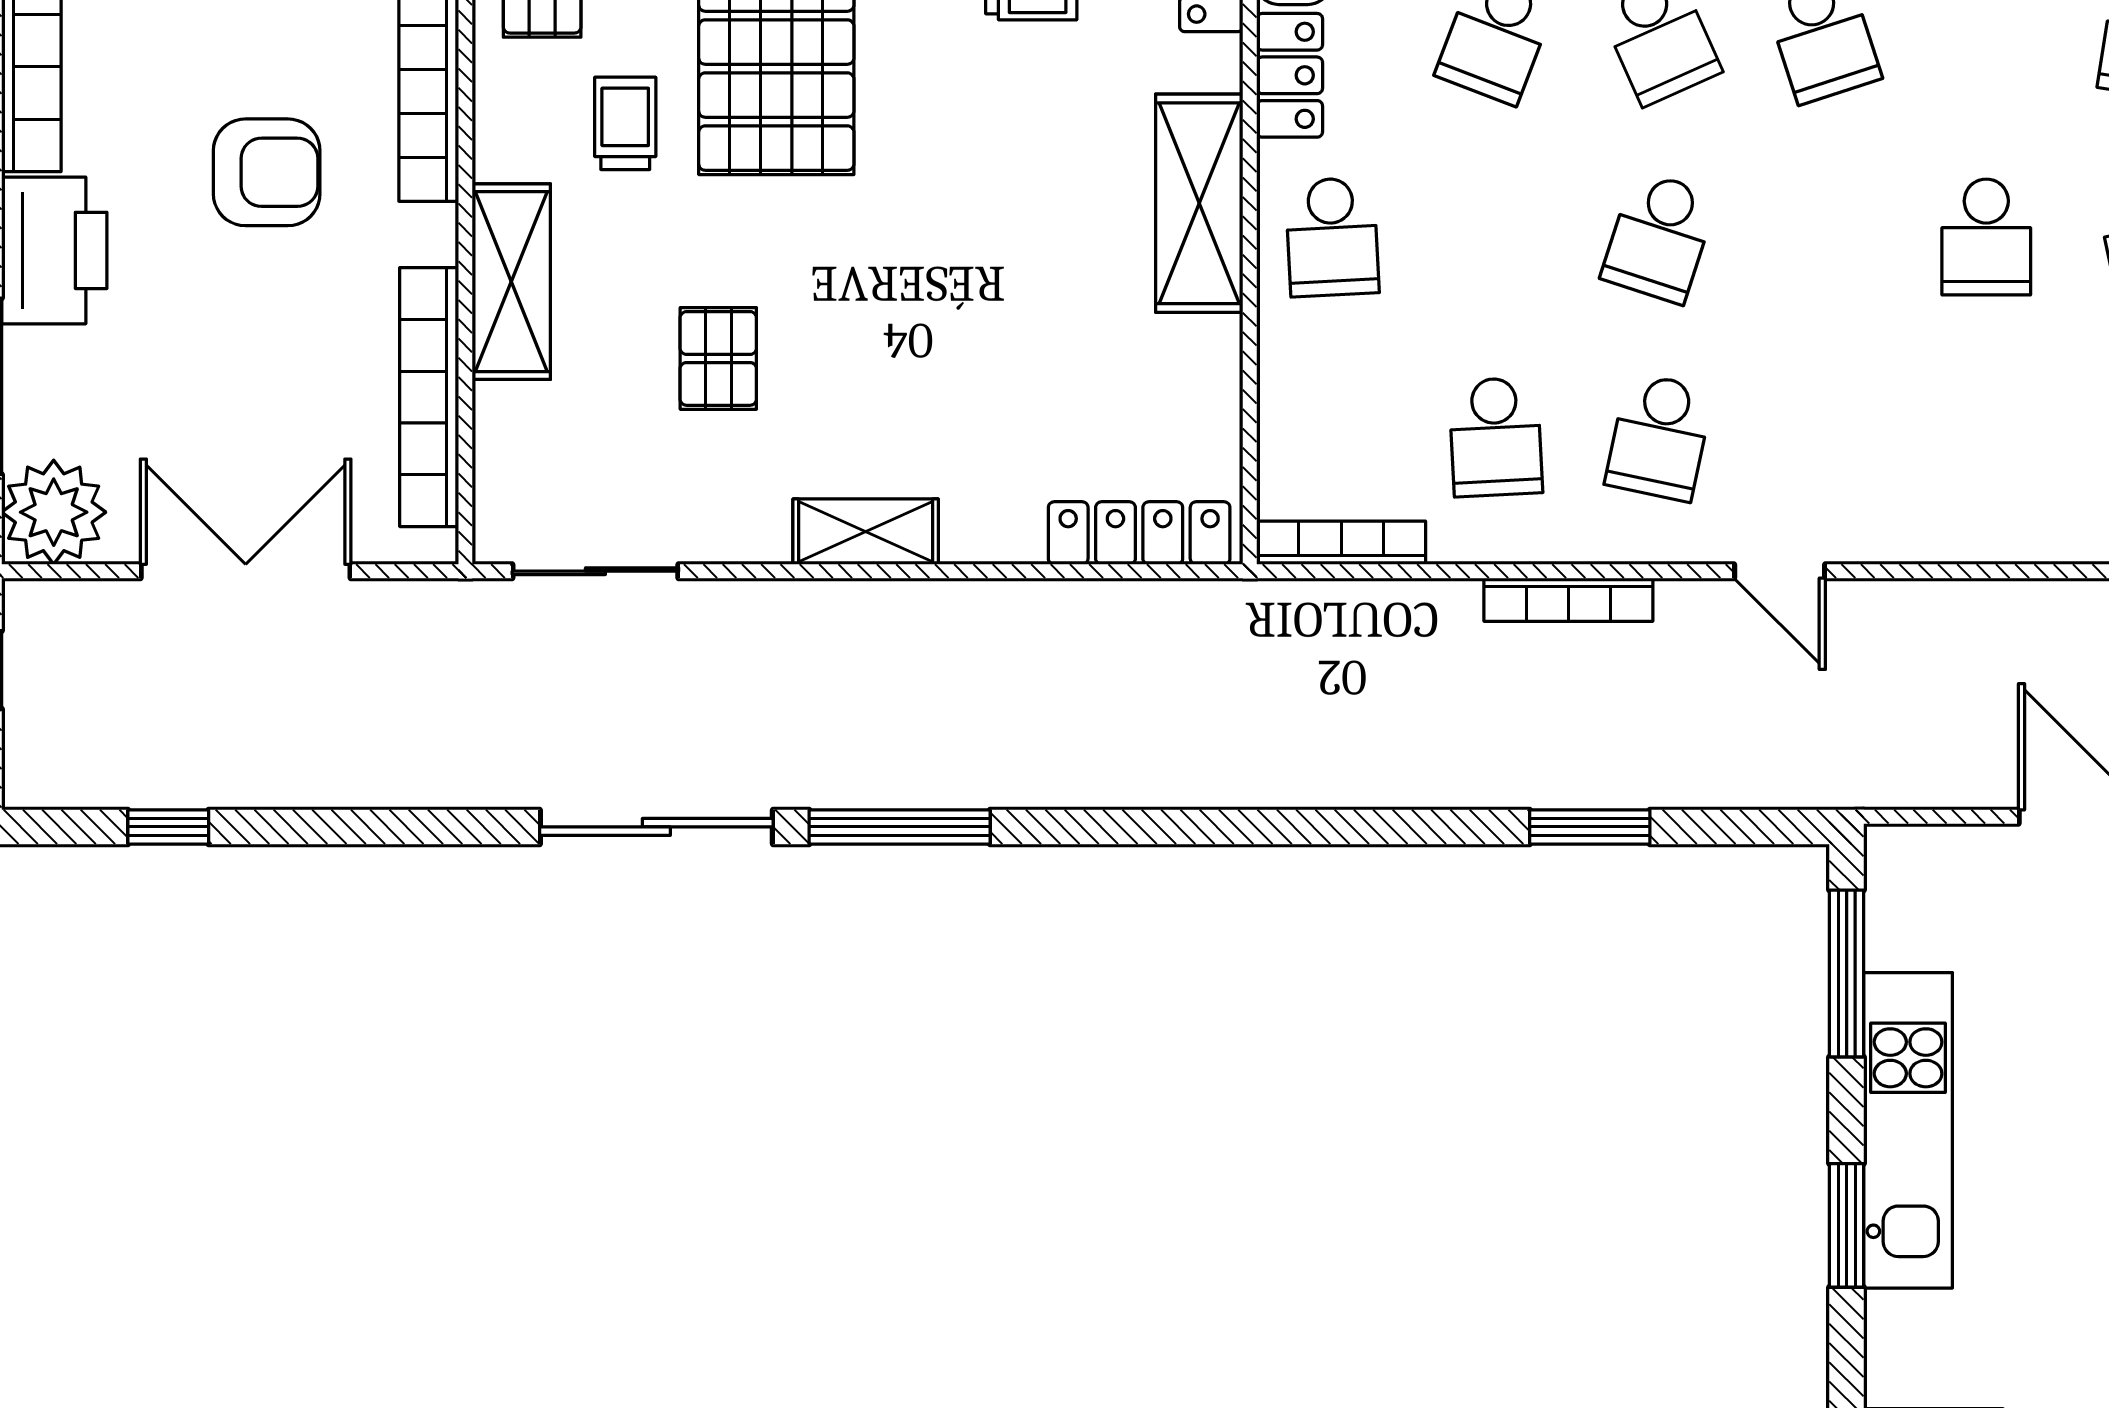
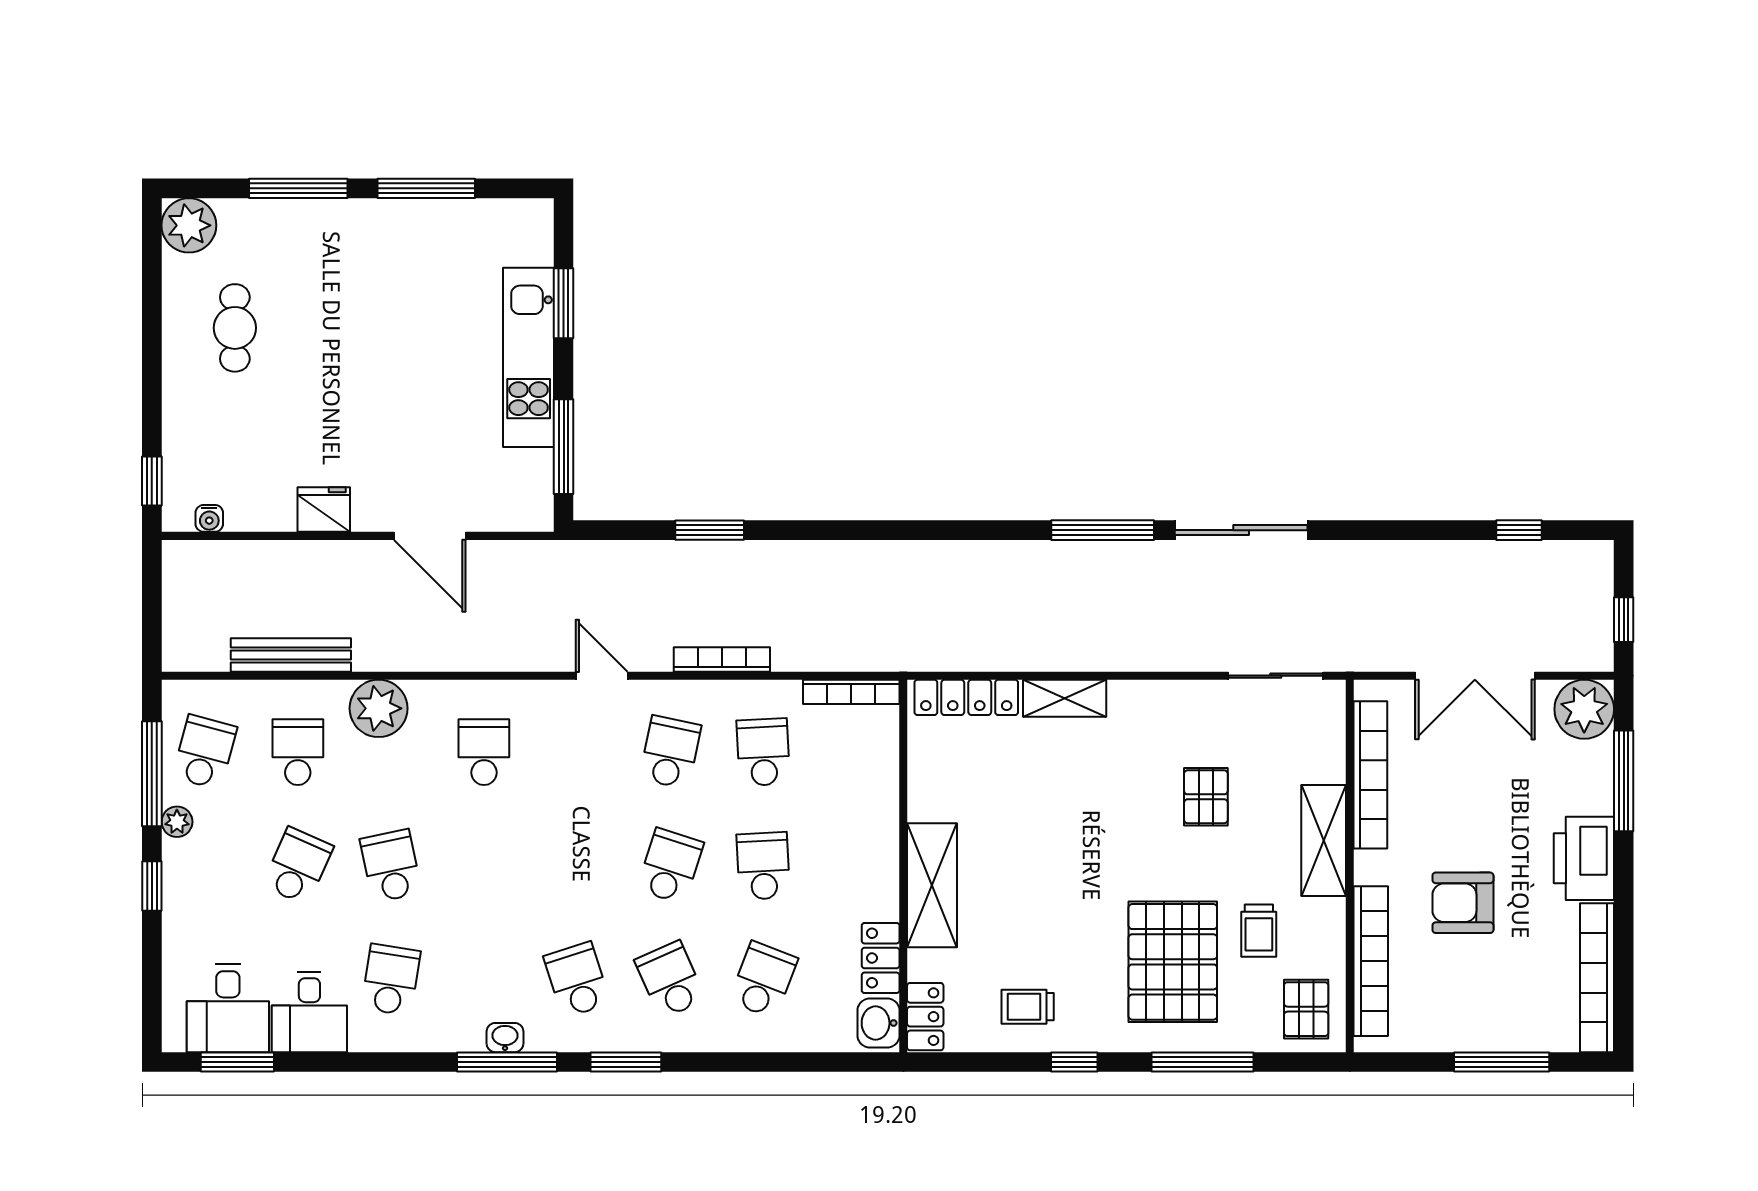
school desk: (1332, 237) -> (763, 866), moved
school desk: (1986, 237) -> (484, 752), moved
shelving: (866, 532) -> (1065, 698), moved

